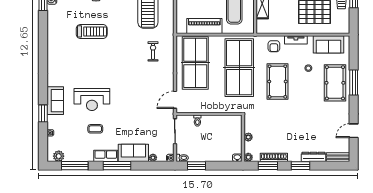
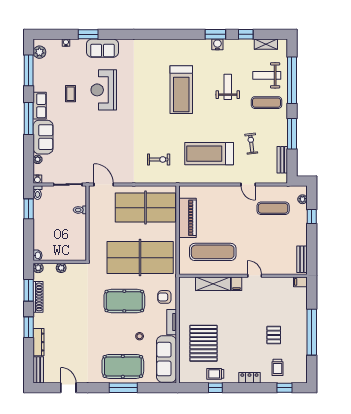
treadmill: (92, 31) -> (181, 90), width x1.37, depth x1.38
sofa: (328, 44) -> (167, 359), width x1.36

